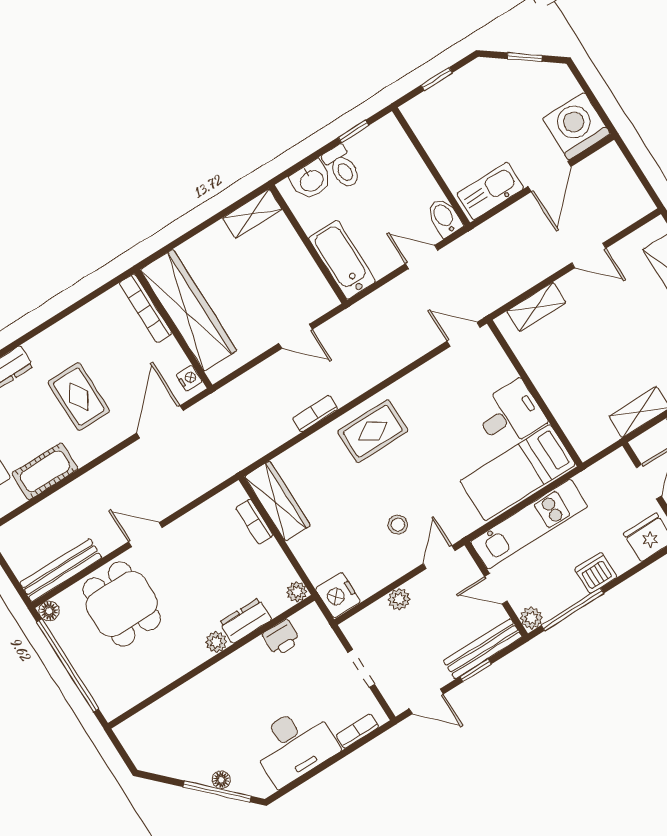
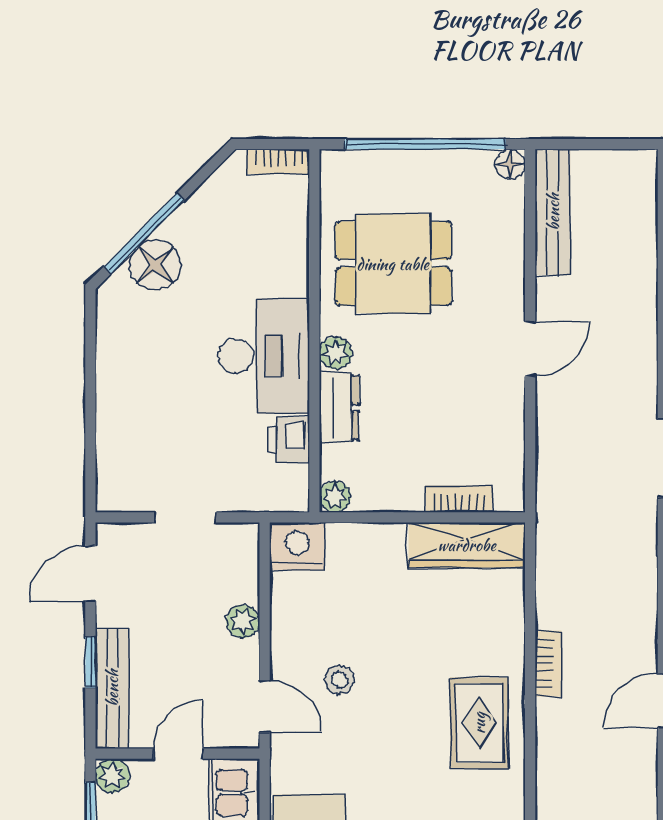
dining table: (122, 604) -> (393, 264), moved
bookcase: (357, 731) -> (278, 162), moved, turned 90
desk: (294, 745) -> (264, 356), moved, turned 180
floor lamp: (221, 780) -> (155, 265), width x1.89, depth x1.89

